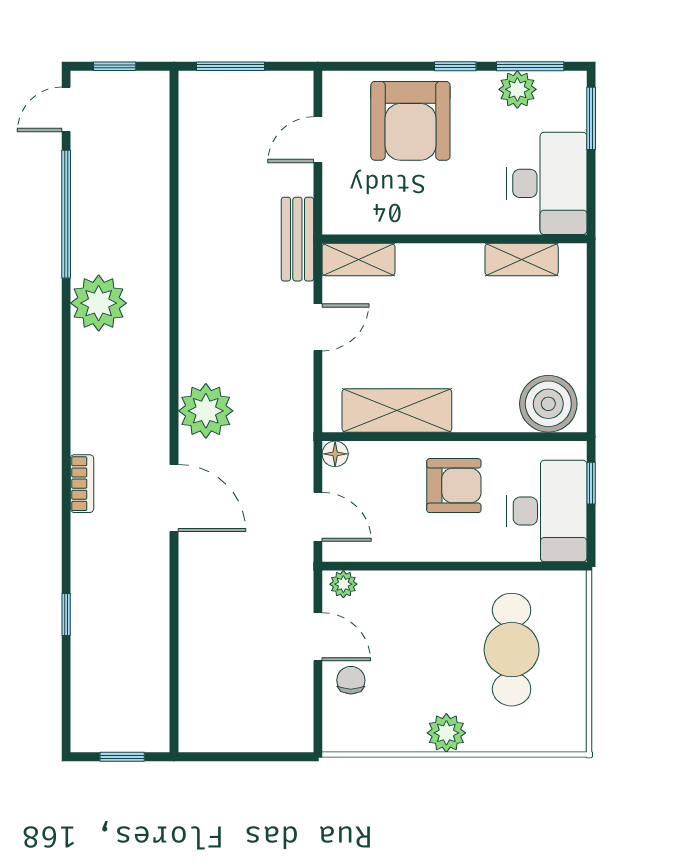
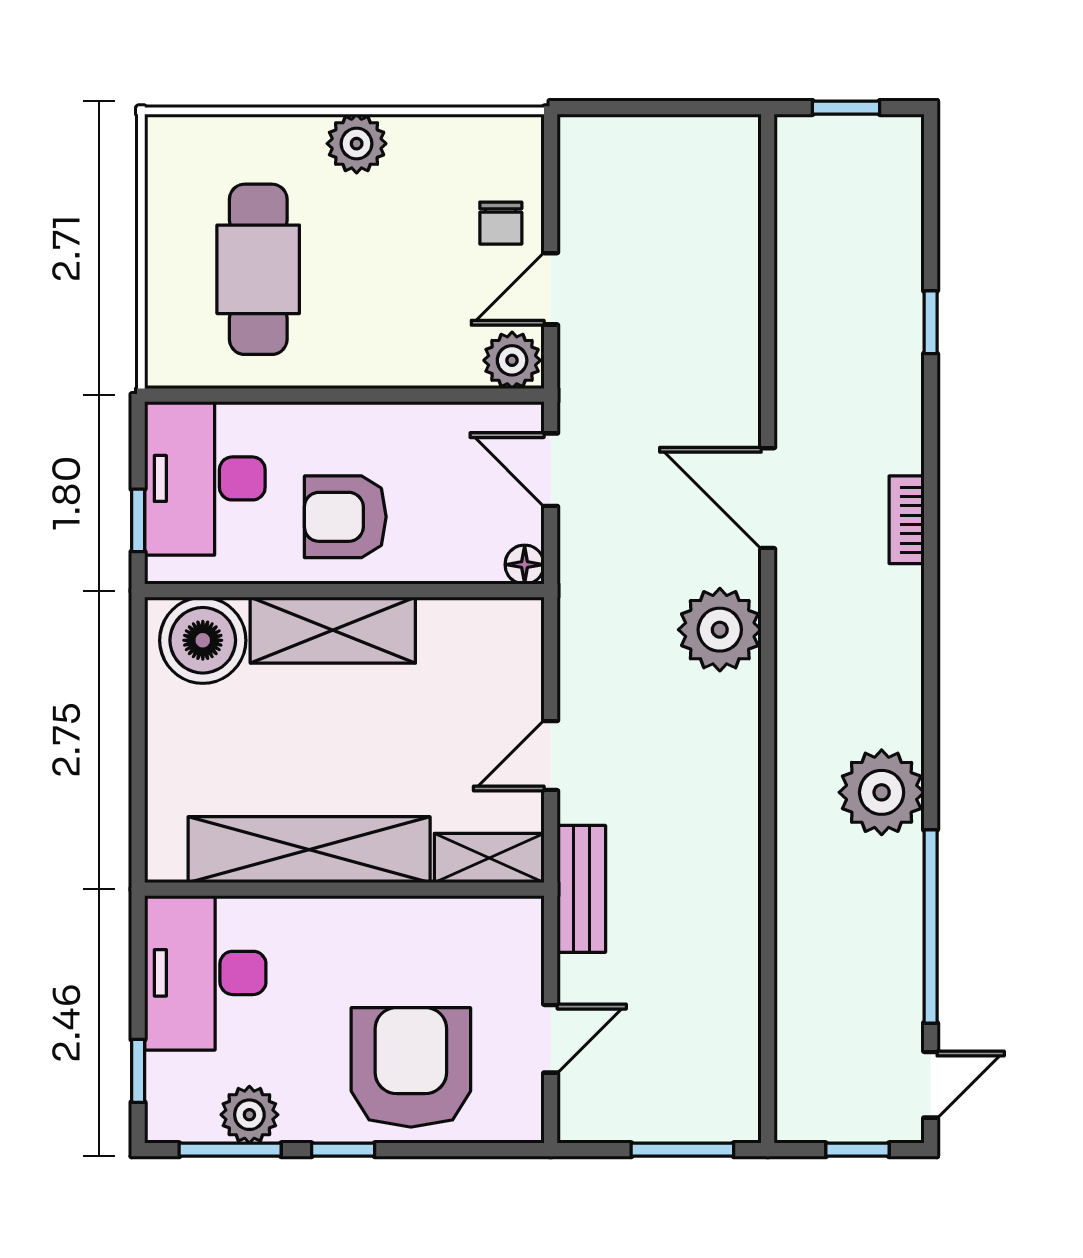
window: (591, 118) -> (138, 1071), width x0.67
shelving: (522, 260) -> (309, 850), width x2.20, depth x1.33
shelving: (397, 410) -> (333, 630), moved
plant: (343, 584) -> (512, 360), width x1.38, depth x1.38
door: (318, 637) -> (551, 289), hinge flipped

